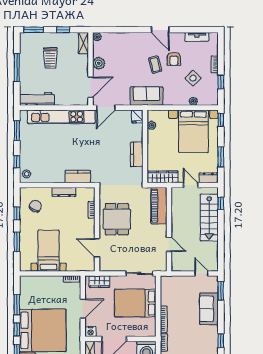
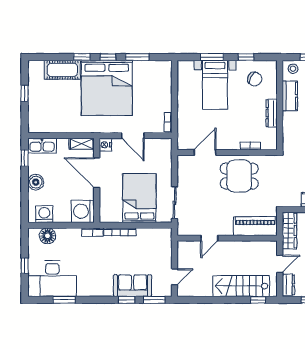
kitchen counter: (78, 177) -> (290, 96), moved
bed with nightstands: (49, 251) -> (215, 85), moved, turned 90
wardrobe: (100, 282) -> (165, 155), removed
window: (221, 341) -> (127, 300), moved

